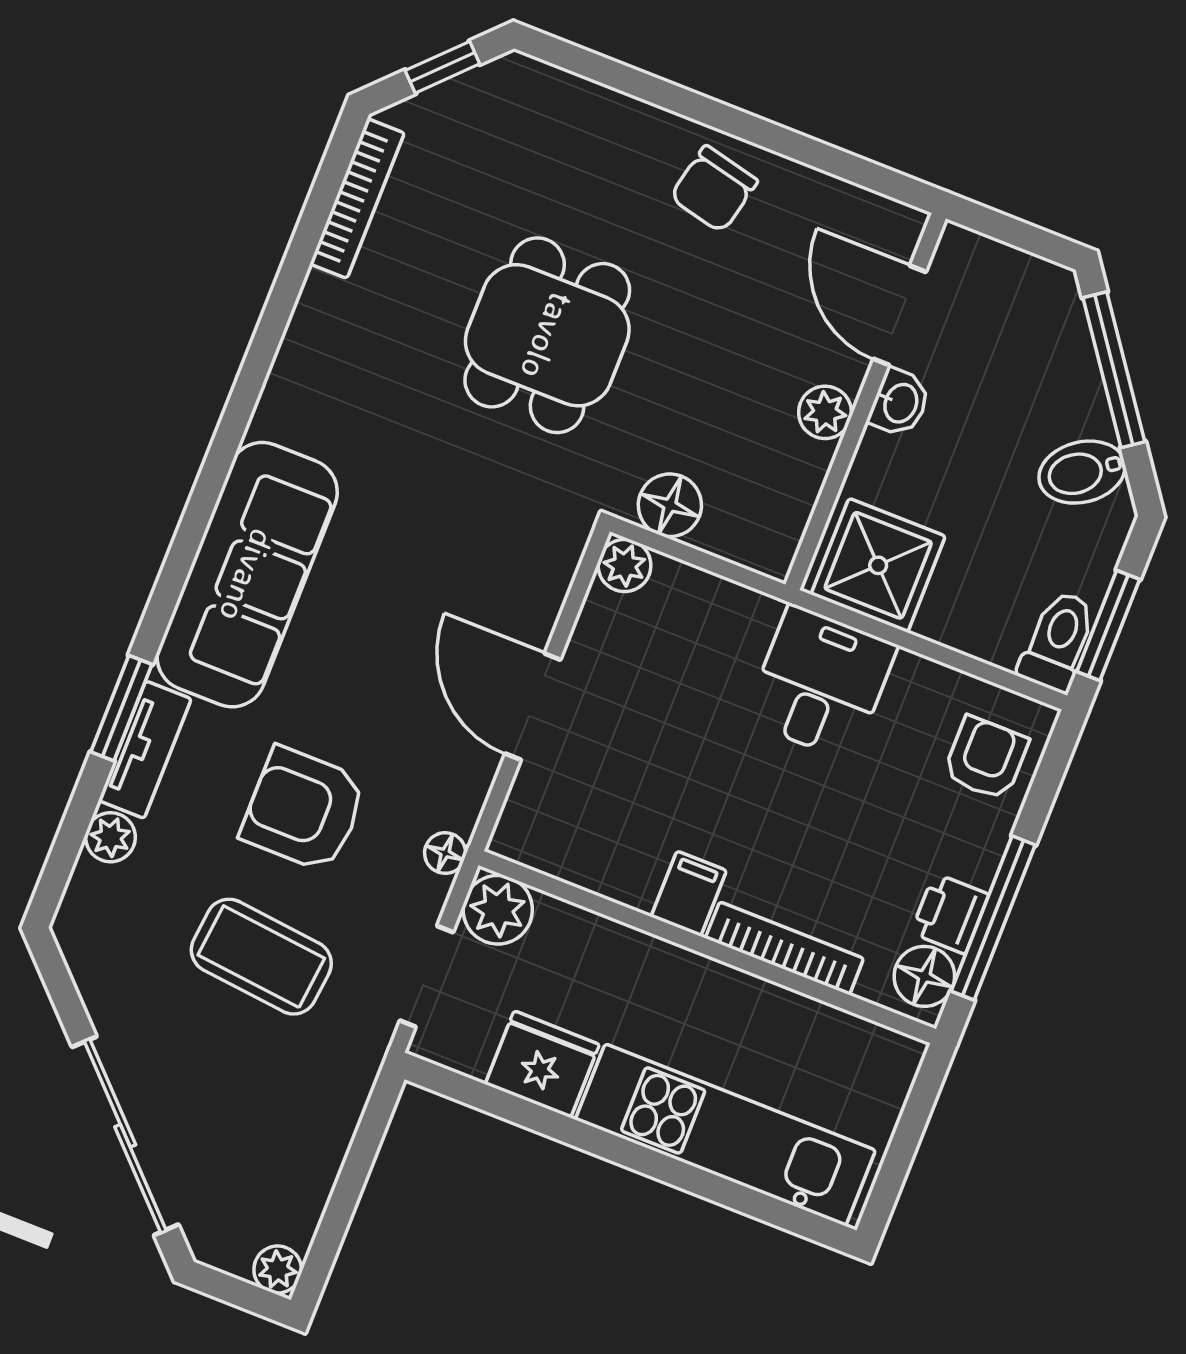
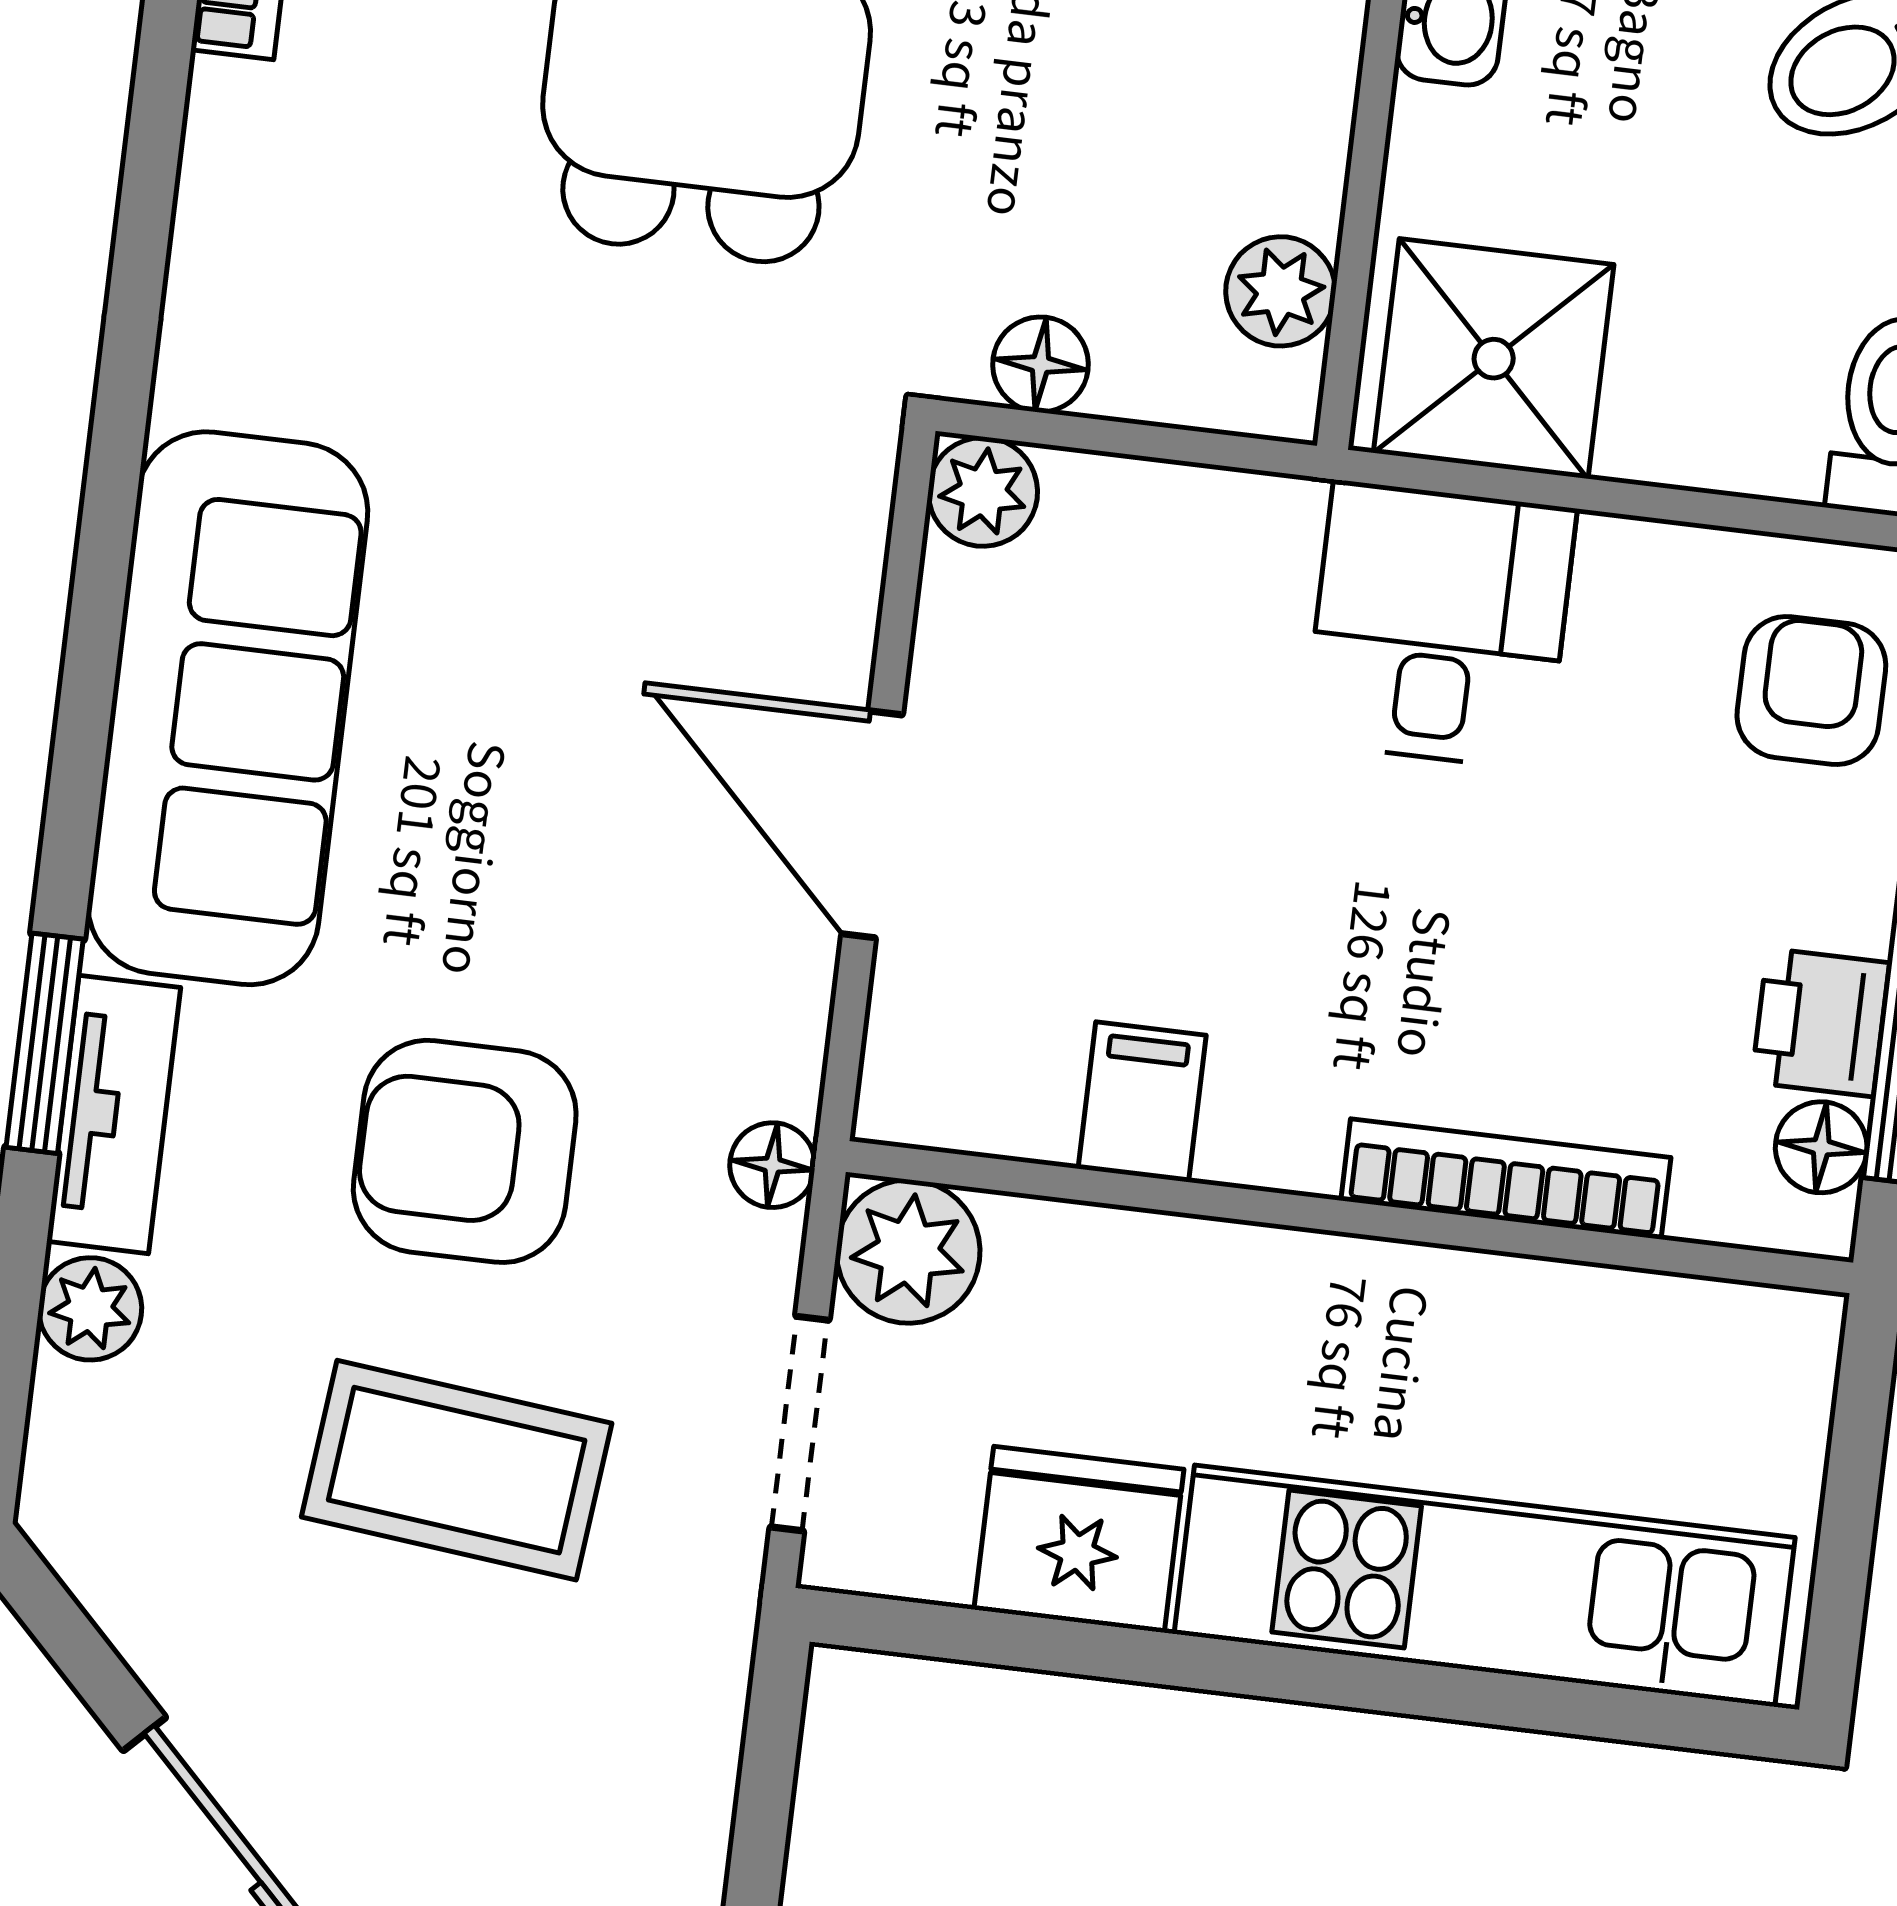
plant: (825, 412) -> (1281, 291), moved
floor lamp: (670, 505) -> (1041, 364), width x0.73, depth x0.73
filing cabinet: (689, 894) -> (1142, 1102), moved
floor lamp: (924, 976) -> (1821, 1147), width x0.73, depth x0.73

